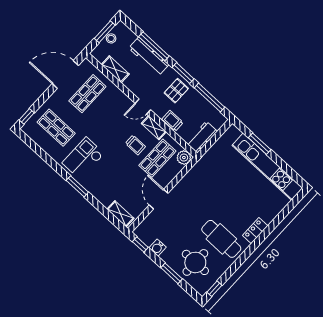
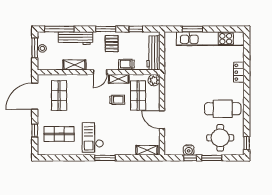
window: (154, 46) -> (59, 29), moved
shelving: (115, 69) -> (74, 65), moved
window: (209, 98) -> (136, 29), width x0.46
window: (27, 116) -> (35, 131), moved
workbench: (202, 137) -> (153, 53), width x1.38
locker: (255, 231) -> (239, 72), moved
window: (140, 244) -> (190, 158), moved

